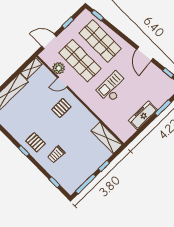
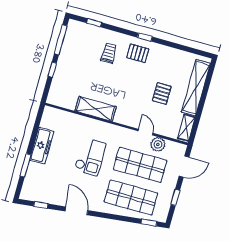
door: (63, 82) -> (145, 132), hinge flipped
pallet: (61, 108) -> (162, 94), moved
shelving: (107, 138) -> (96, 109), moved

